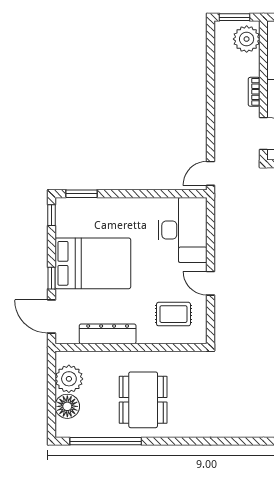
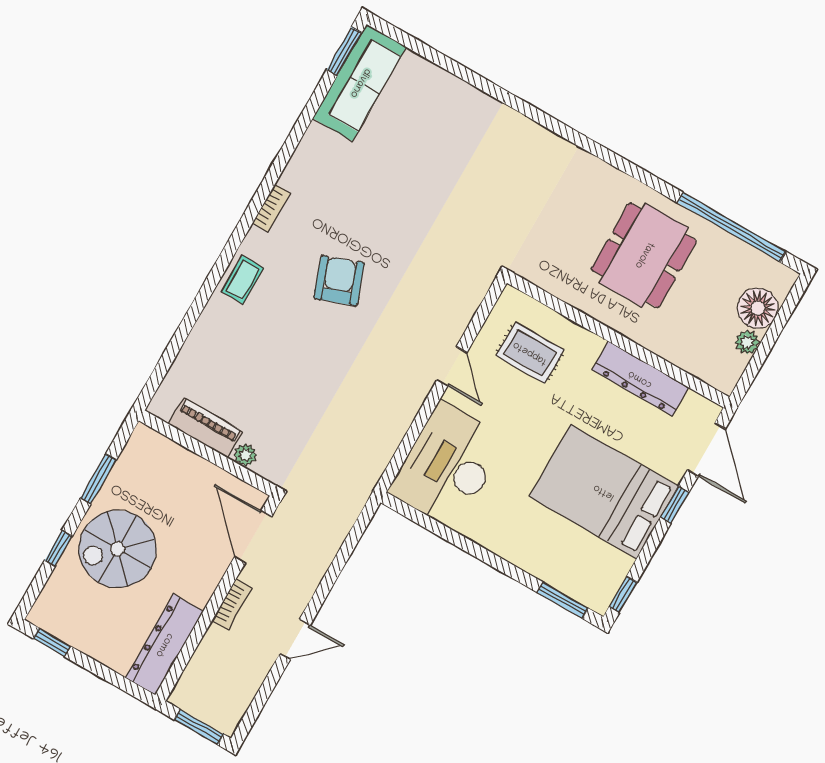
plant: (247, 39) -> (200, 686), removed
door: (210, 173) -> (295, 639), moved
plant: (69, 379) -> (747, 342), width x0.53, depth x0.53

